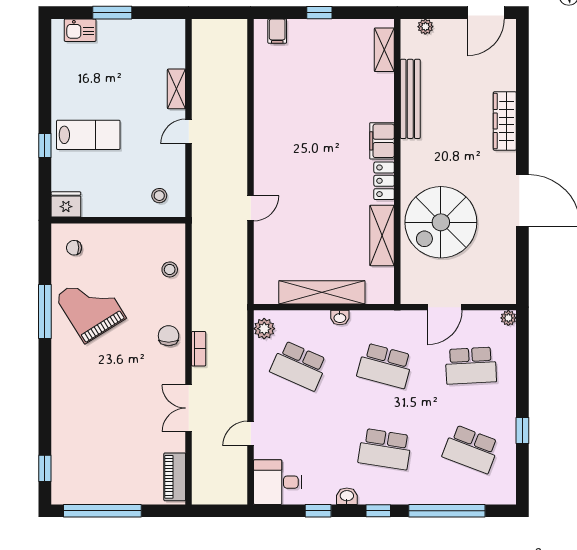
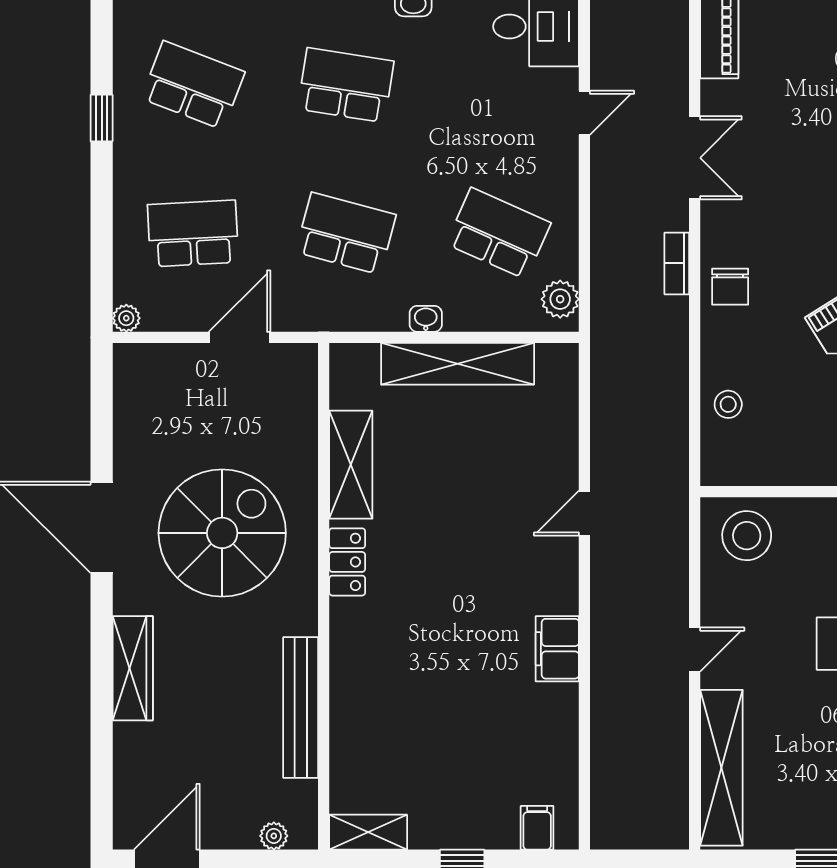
shelving: (384, 50) -> (368, 832), moved, turned 90
shelving: (176, 89) -> (721, 768), width x2.20, depth x1.33
filing cabinet: (382, 141) -> (557, 649), moved, turned 180
stool: (159, 196) -> (747, 536), width x1.89, depth x1.89
spiral stairs: (441, 222) -> (222, 533), moved

